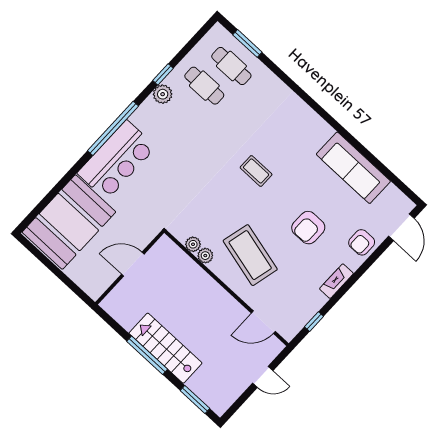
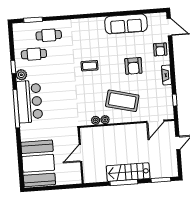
cafe table: (231, 66) -> (49, 35), moved
bar counter: (117, 160) -> (30, 102), moved

